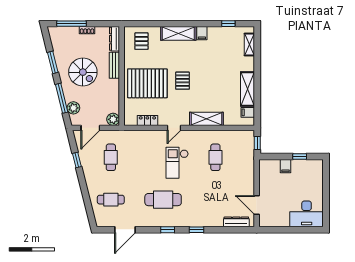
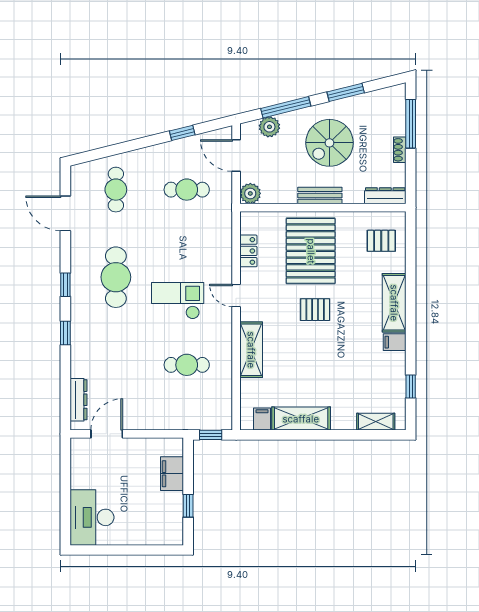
bench: (114, 65) -> (320, 195), moved
filing cabinet: (286, 166) -> (172, 474), width x2.00

